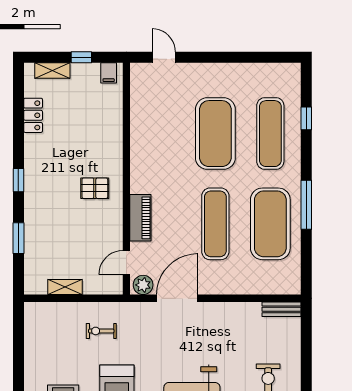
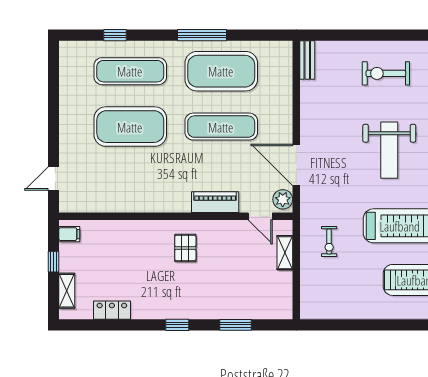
shelving: (65, 287) -> (285, 253), moved

